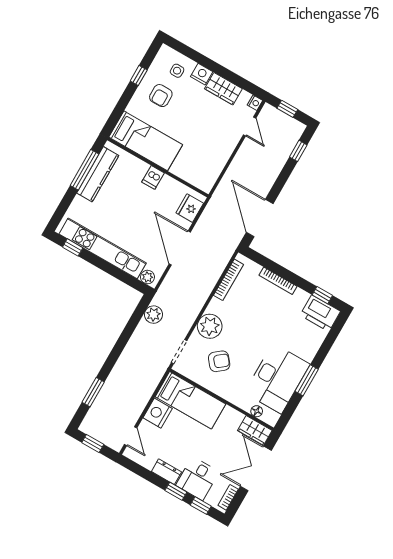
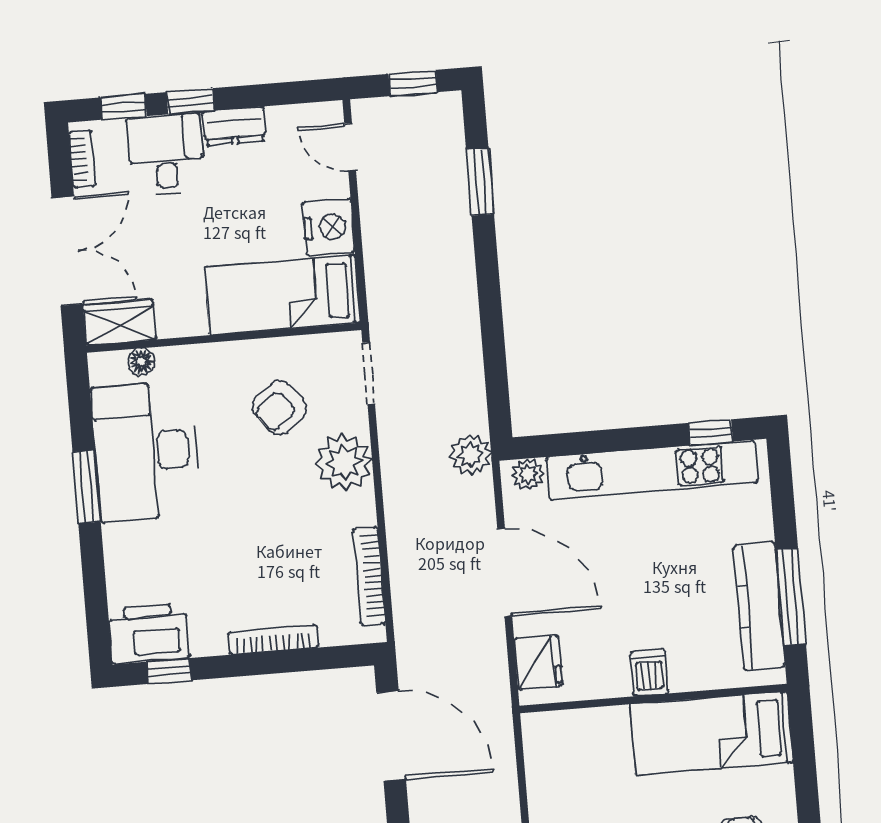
plant: (153, 315) -> (471, 455), moved

